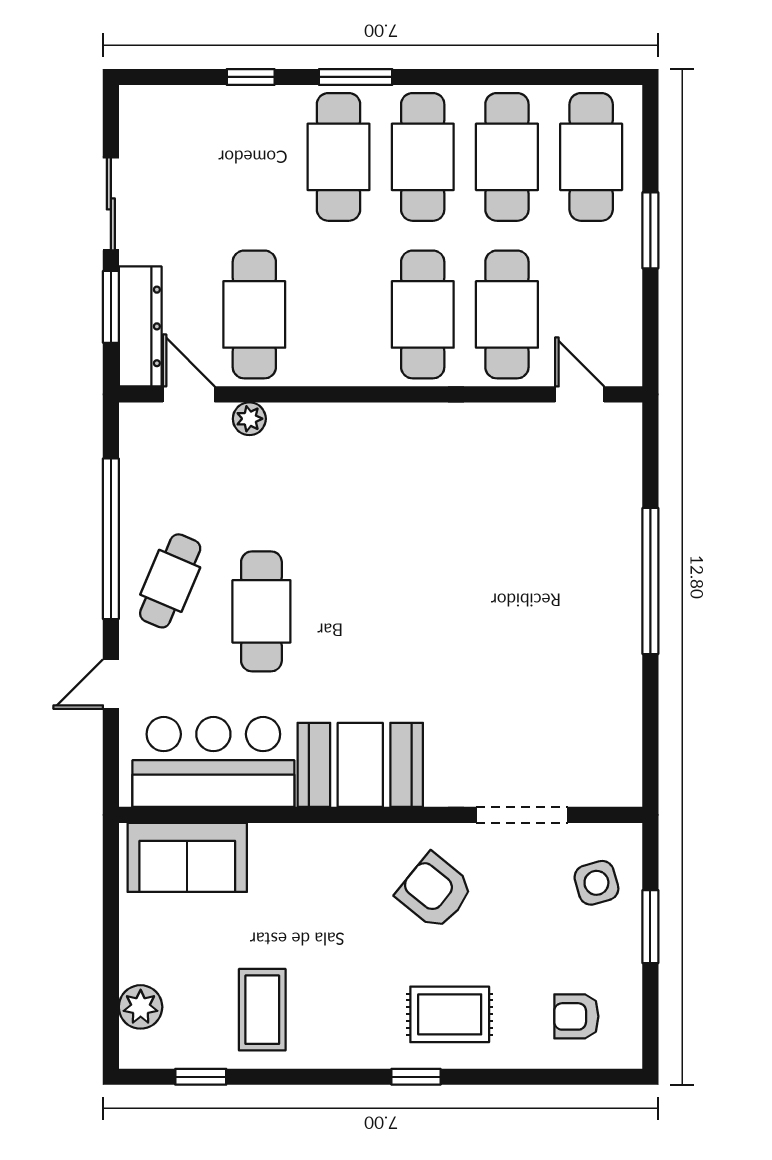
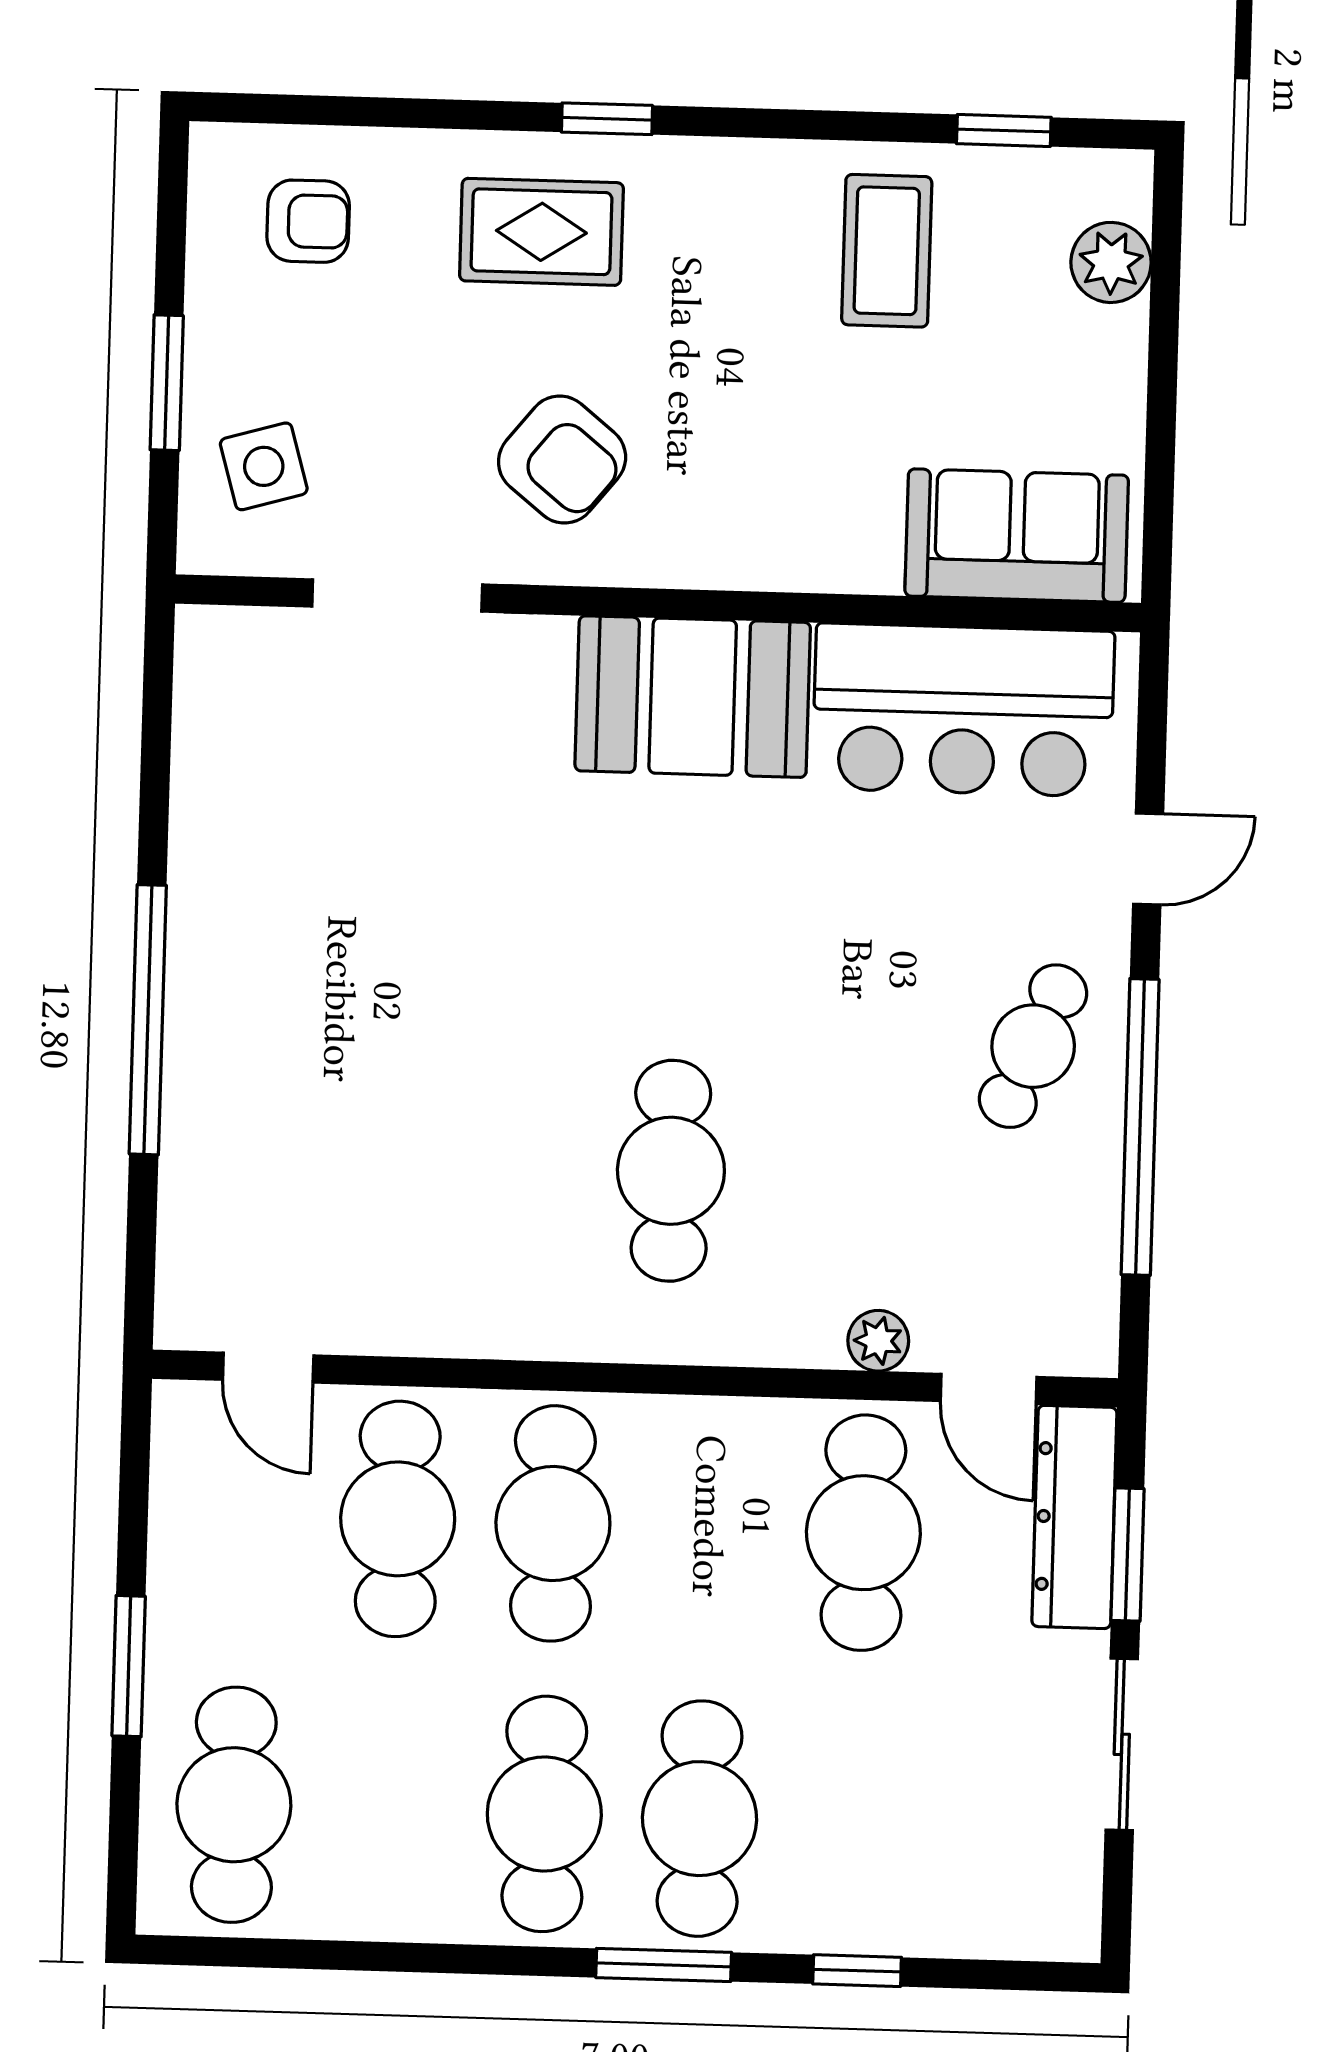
cafe table: (507, 157) -> (389, 1809), removed
cafe table: (261, 611) -> (671, 1171), moved

